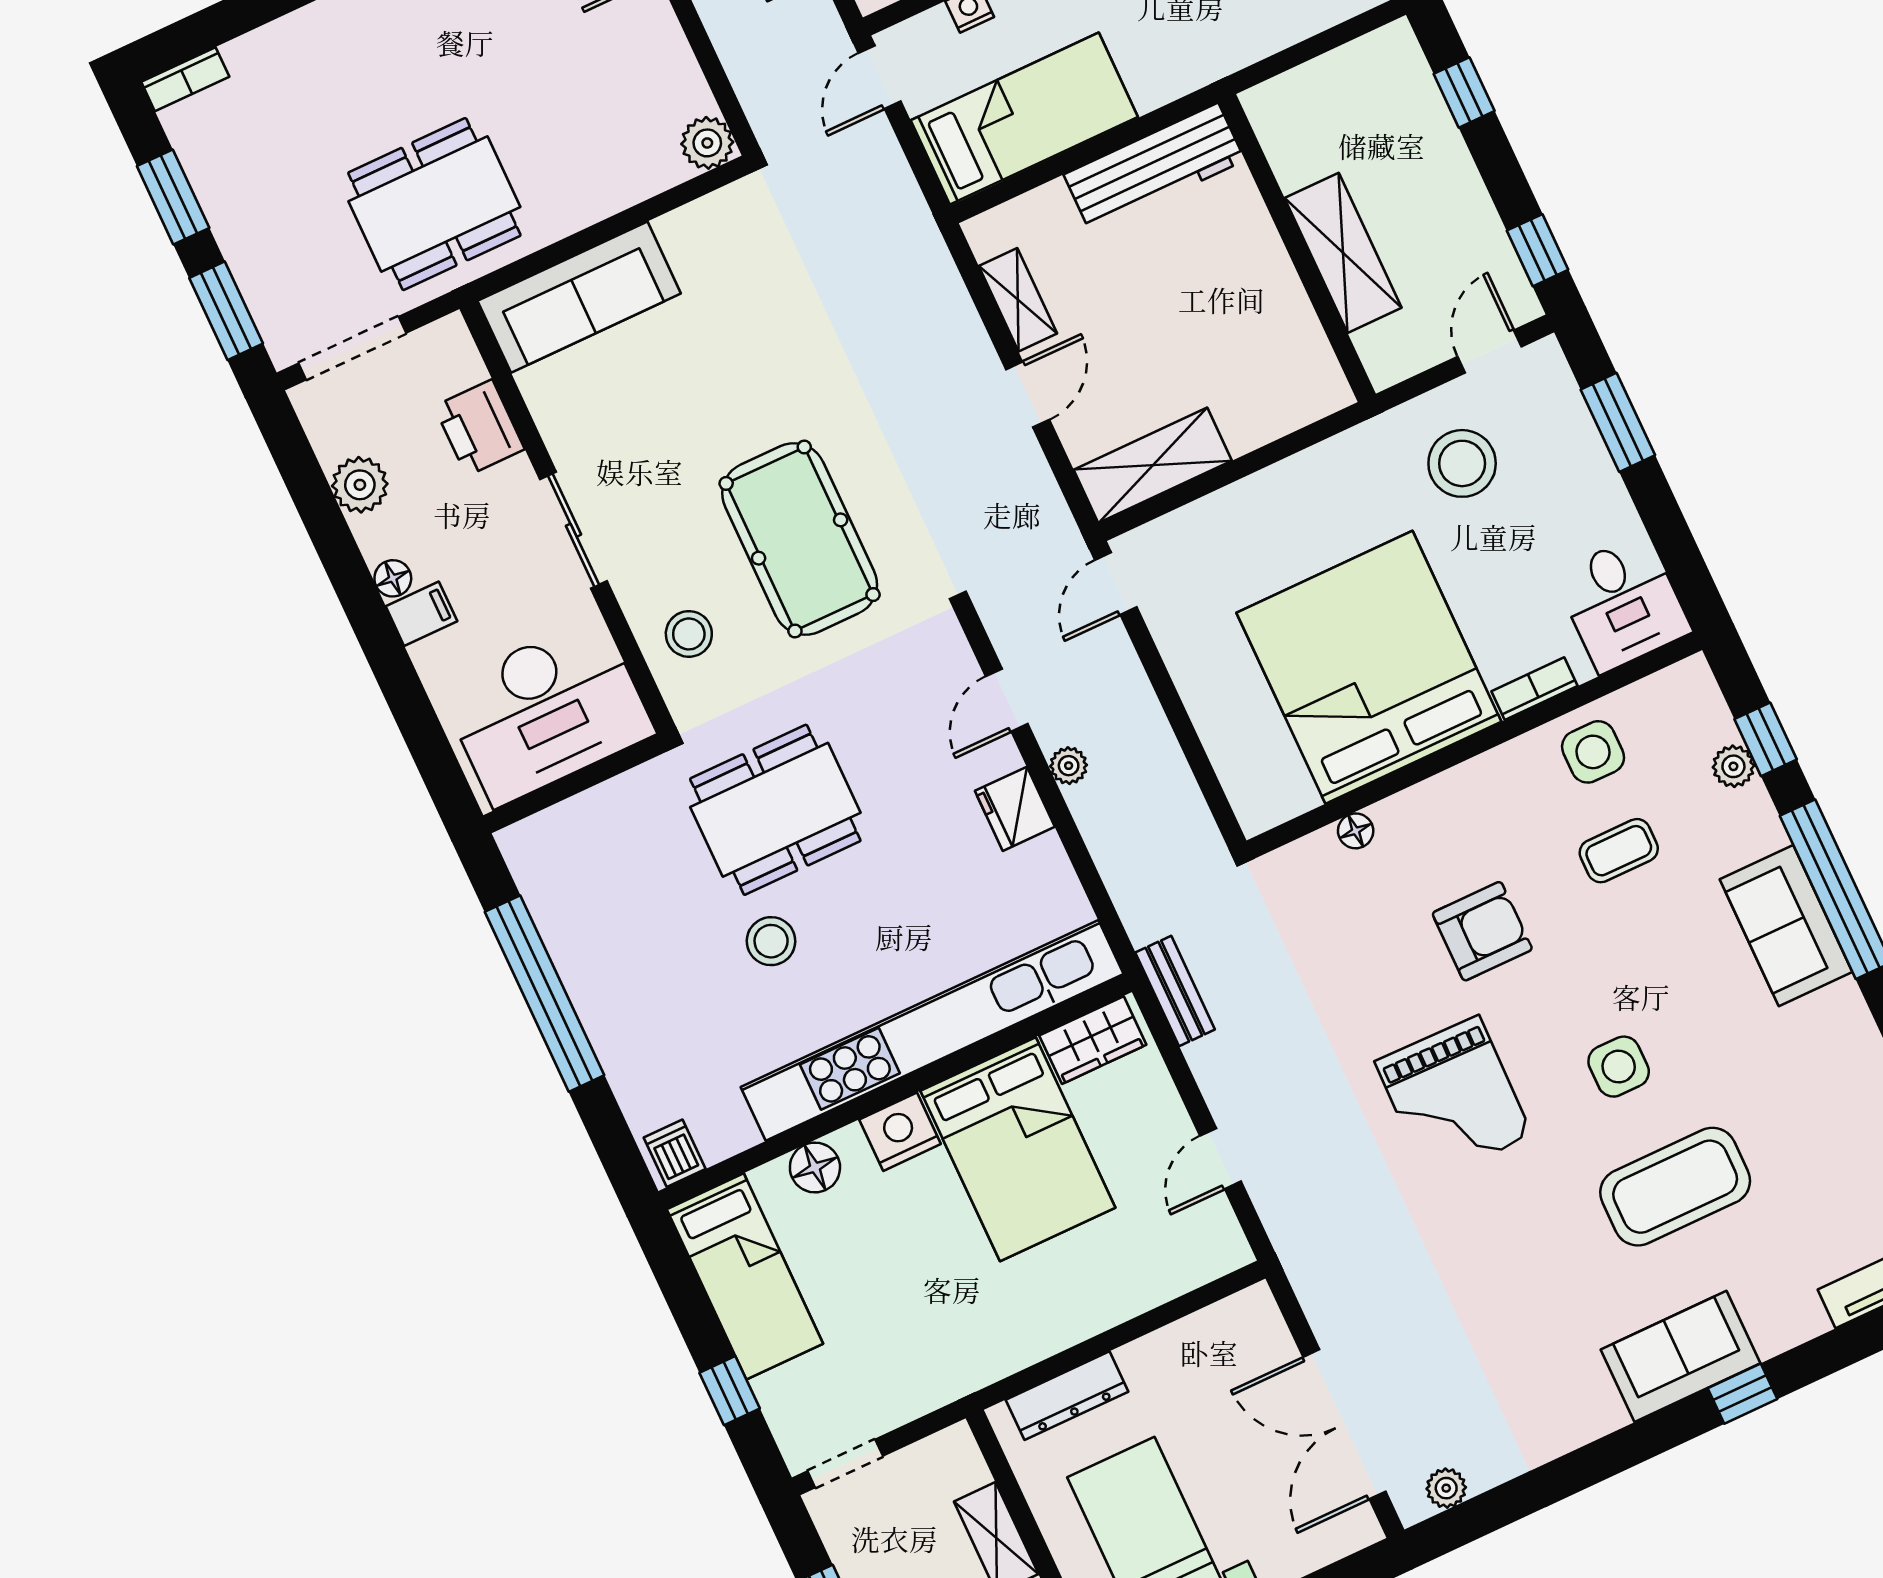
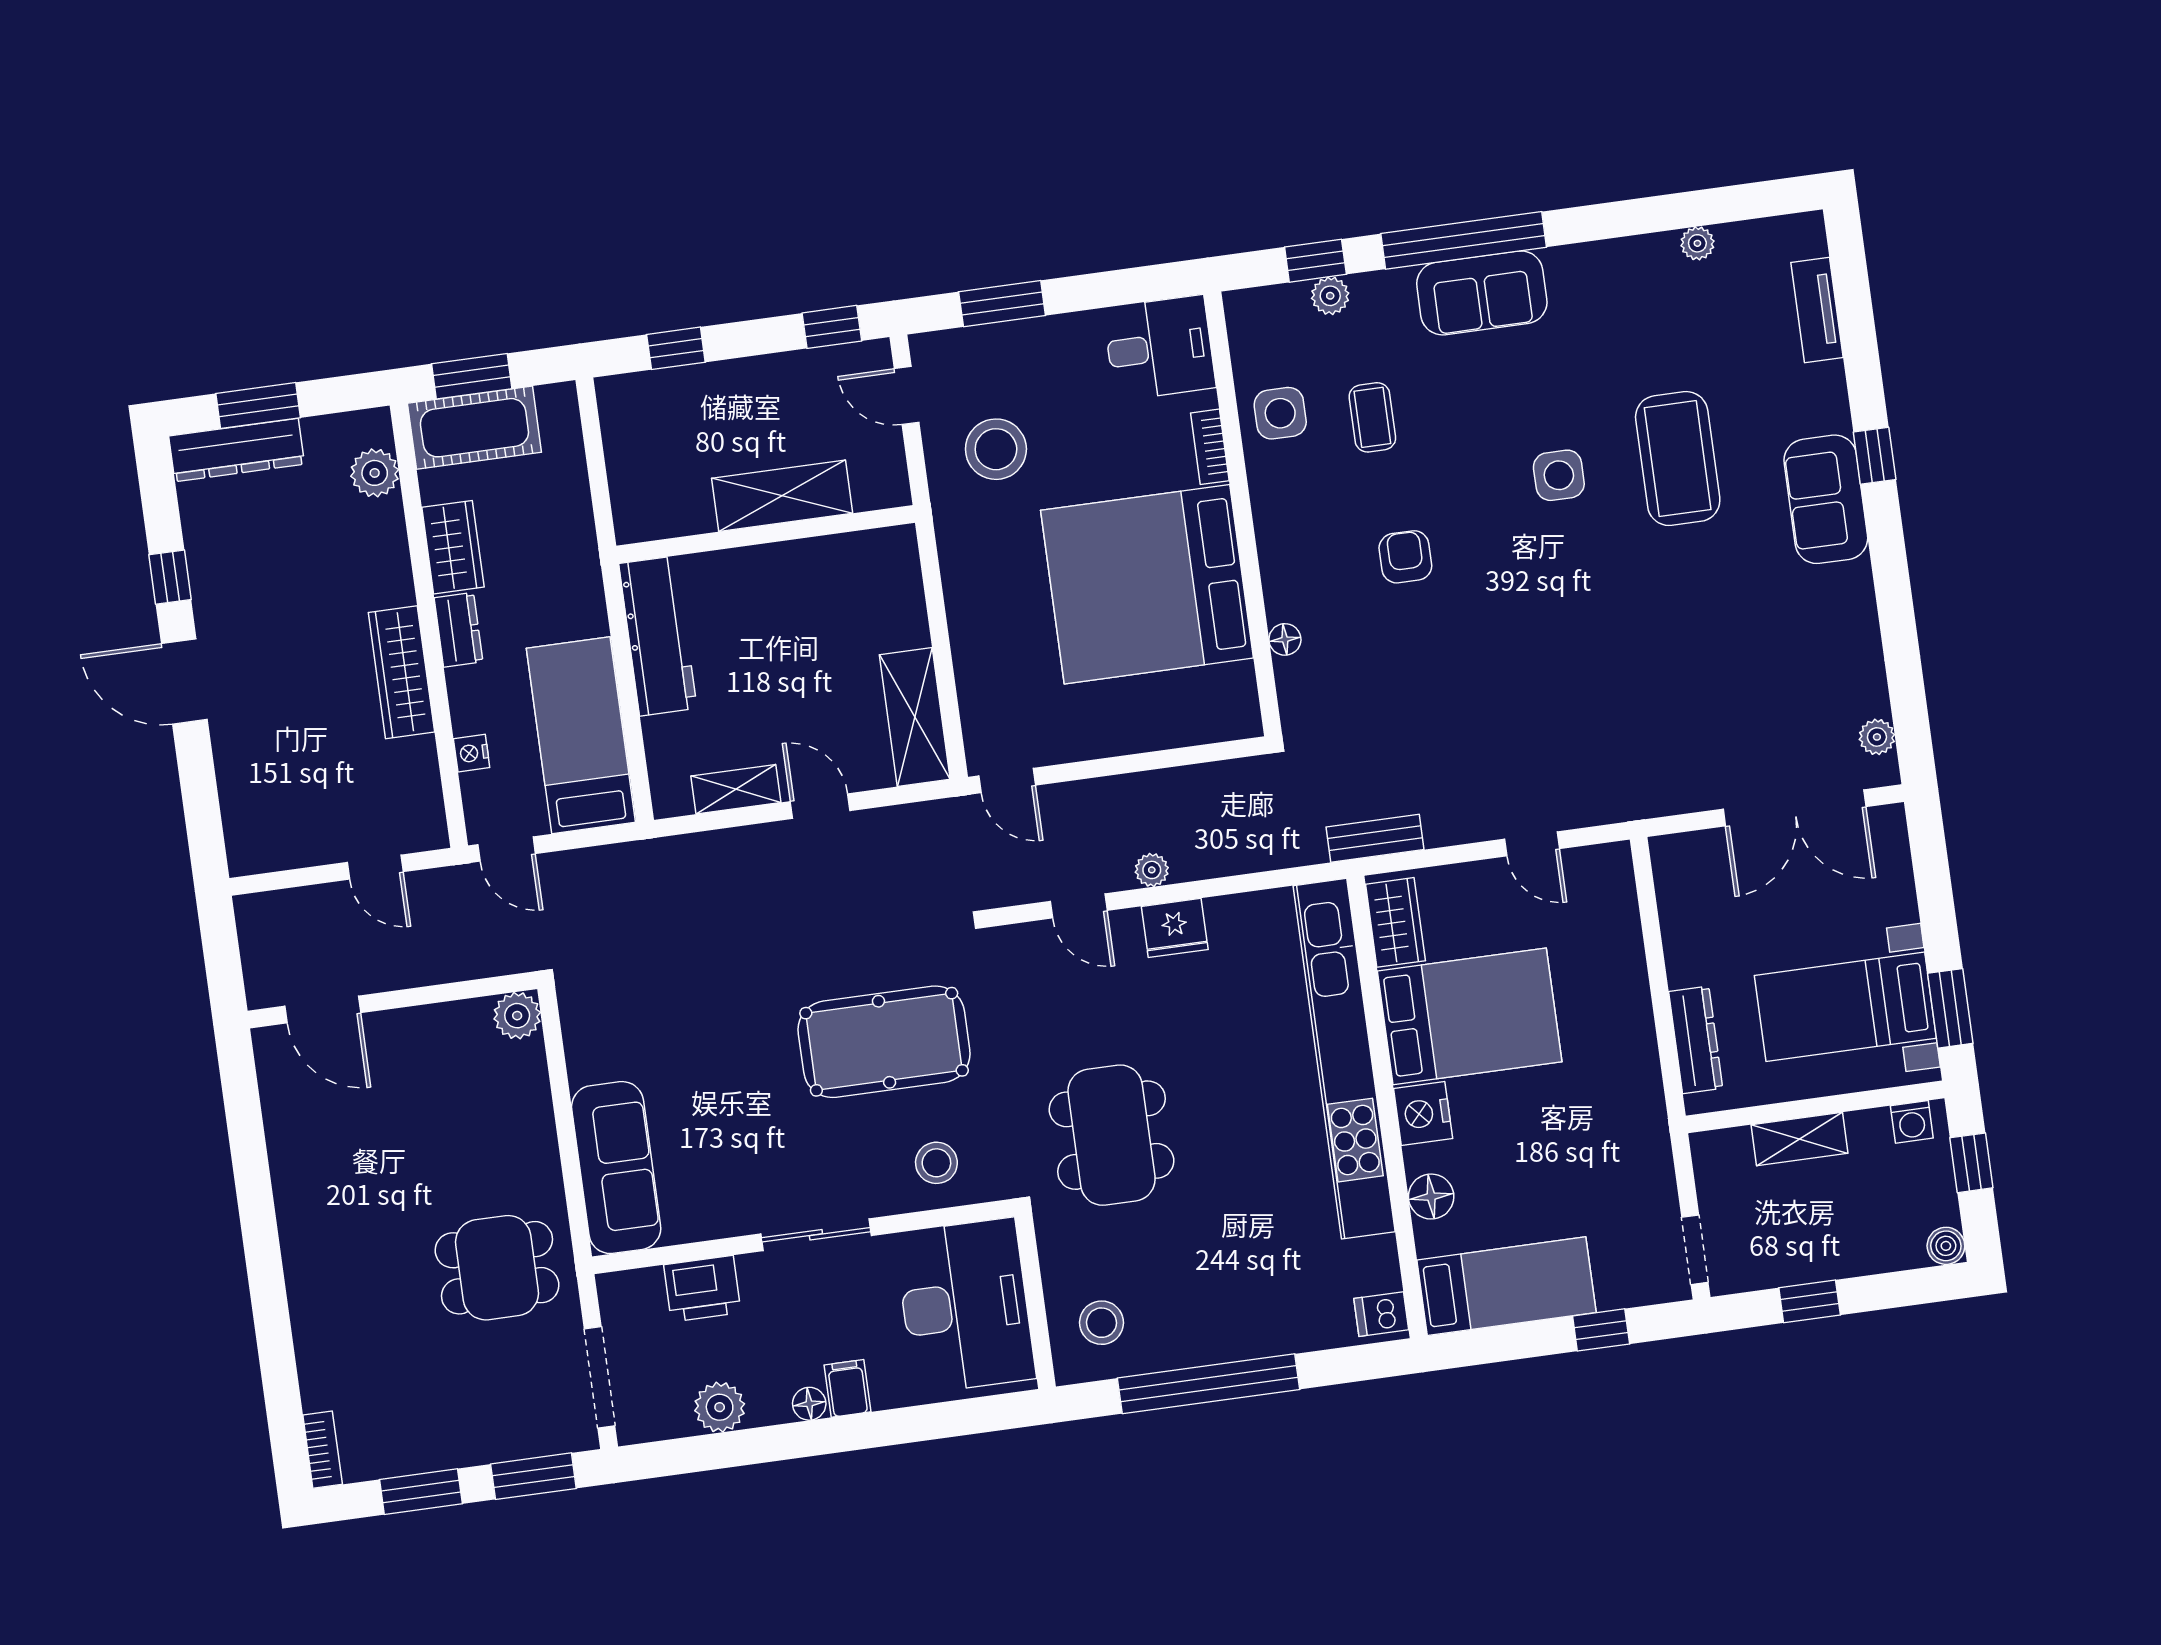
dining table: (434, 204) -> (497, 1268), width x0.73
armchair: (1482, 931) -> (1405, 557), width x0.72, depth x0.72
stool: (771, 941) -> (1102, 1323), moved
grand piano: (1453, 1098) -> (1542, 626), removed

